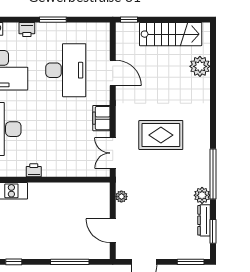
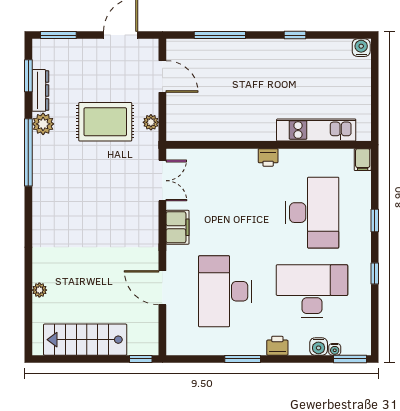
plant: (200, 66) -> (39, 290), width x0.53, depth x0.53
rug: (161, 135) -> (105, 122), moved

